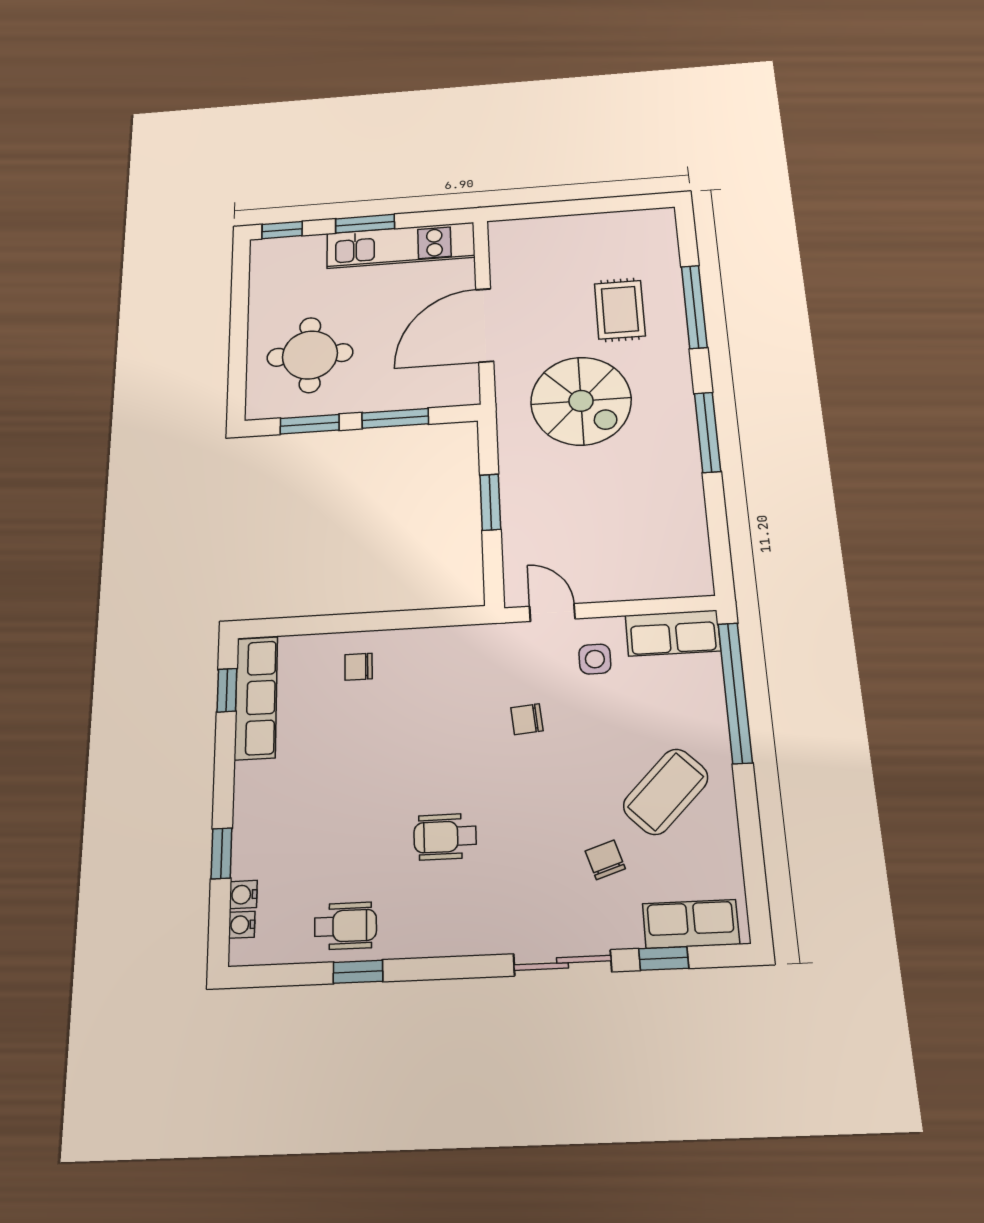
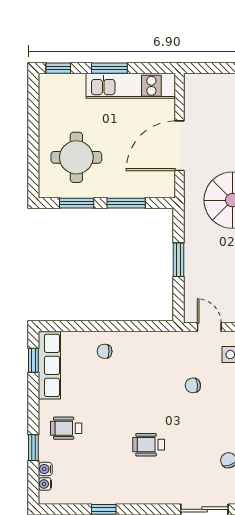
wheelchair: (345, 926) -> (66, 428), moved, turned 180

